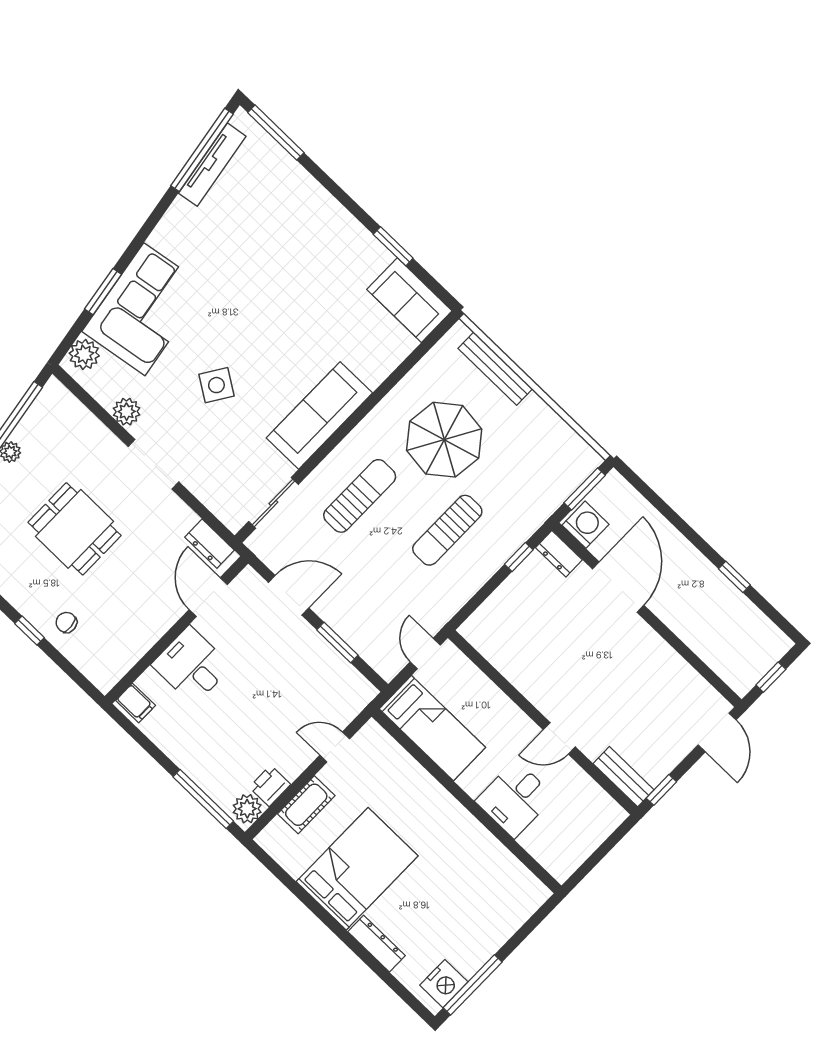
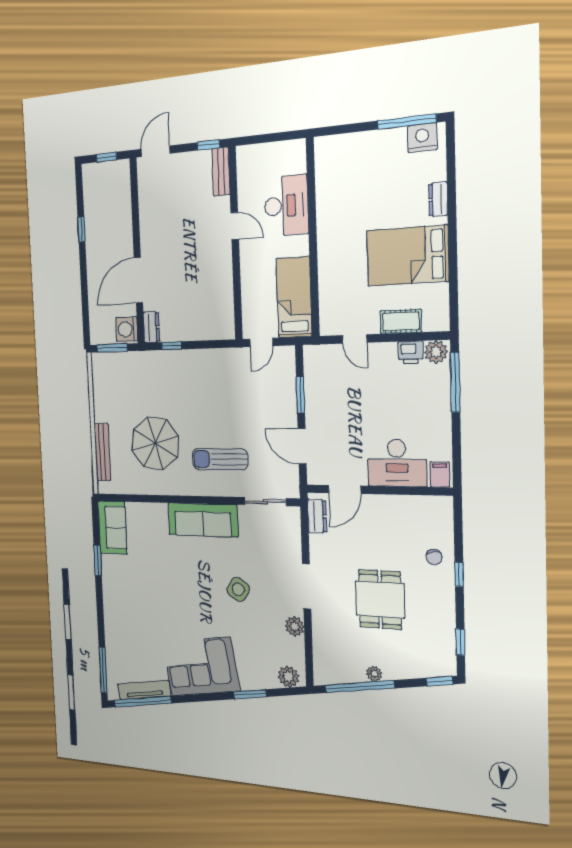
corner sofa: (144, 309) -> (201, 667), moved
sun lounger: (447, 530) -> (193, 396), removed
desk: (192, 666) -> (397, 463), width x1.37
desk: (515, 799) -> (286, 206), width x1.37
dresser: (377, 944) -> (438, 199), width x0.70

